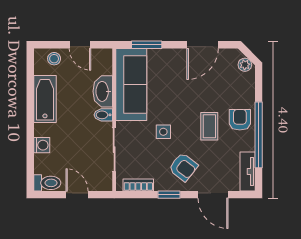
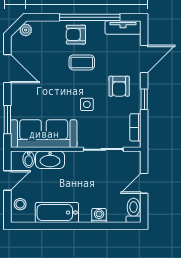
bidet: (103, 115) -> (29, 159), moved
armchair: (183, 167) -> (119, 86), turned 142

